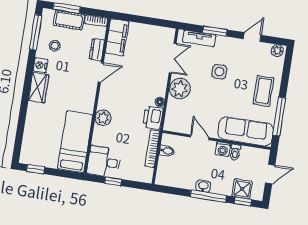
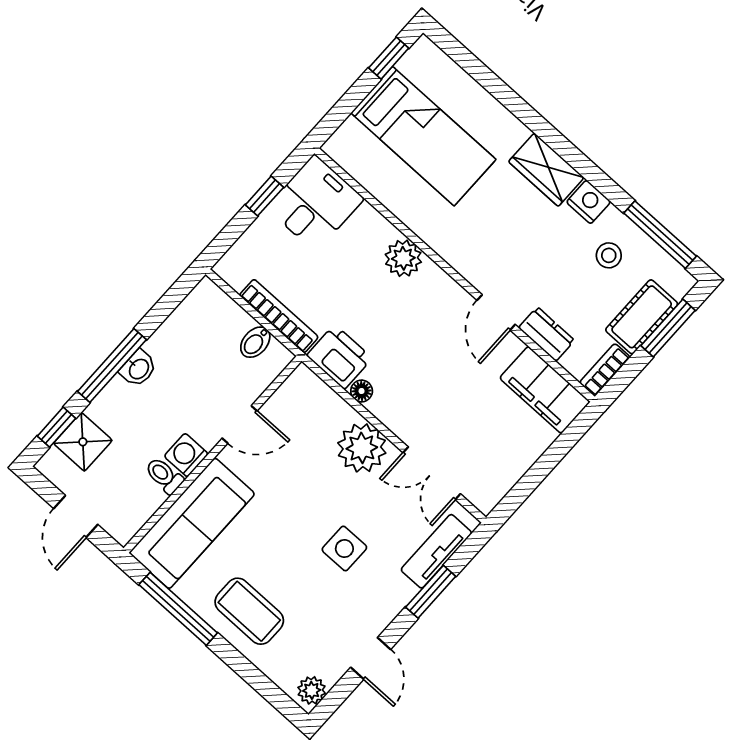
bed: (75, 142) -> (423, 136), moved

